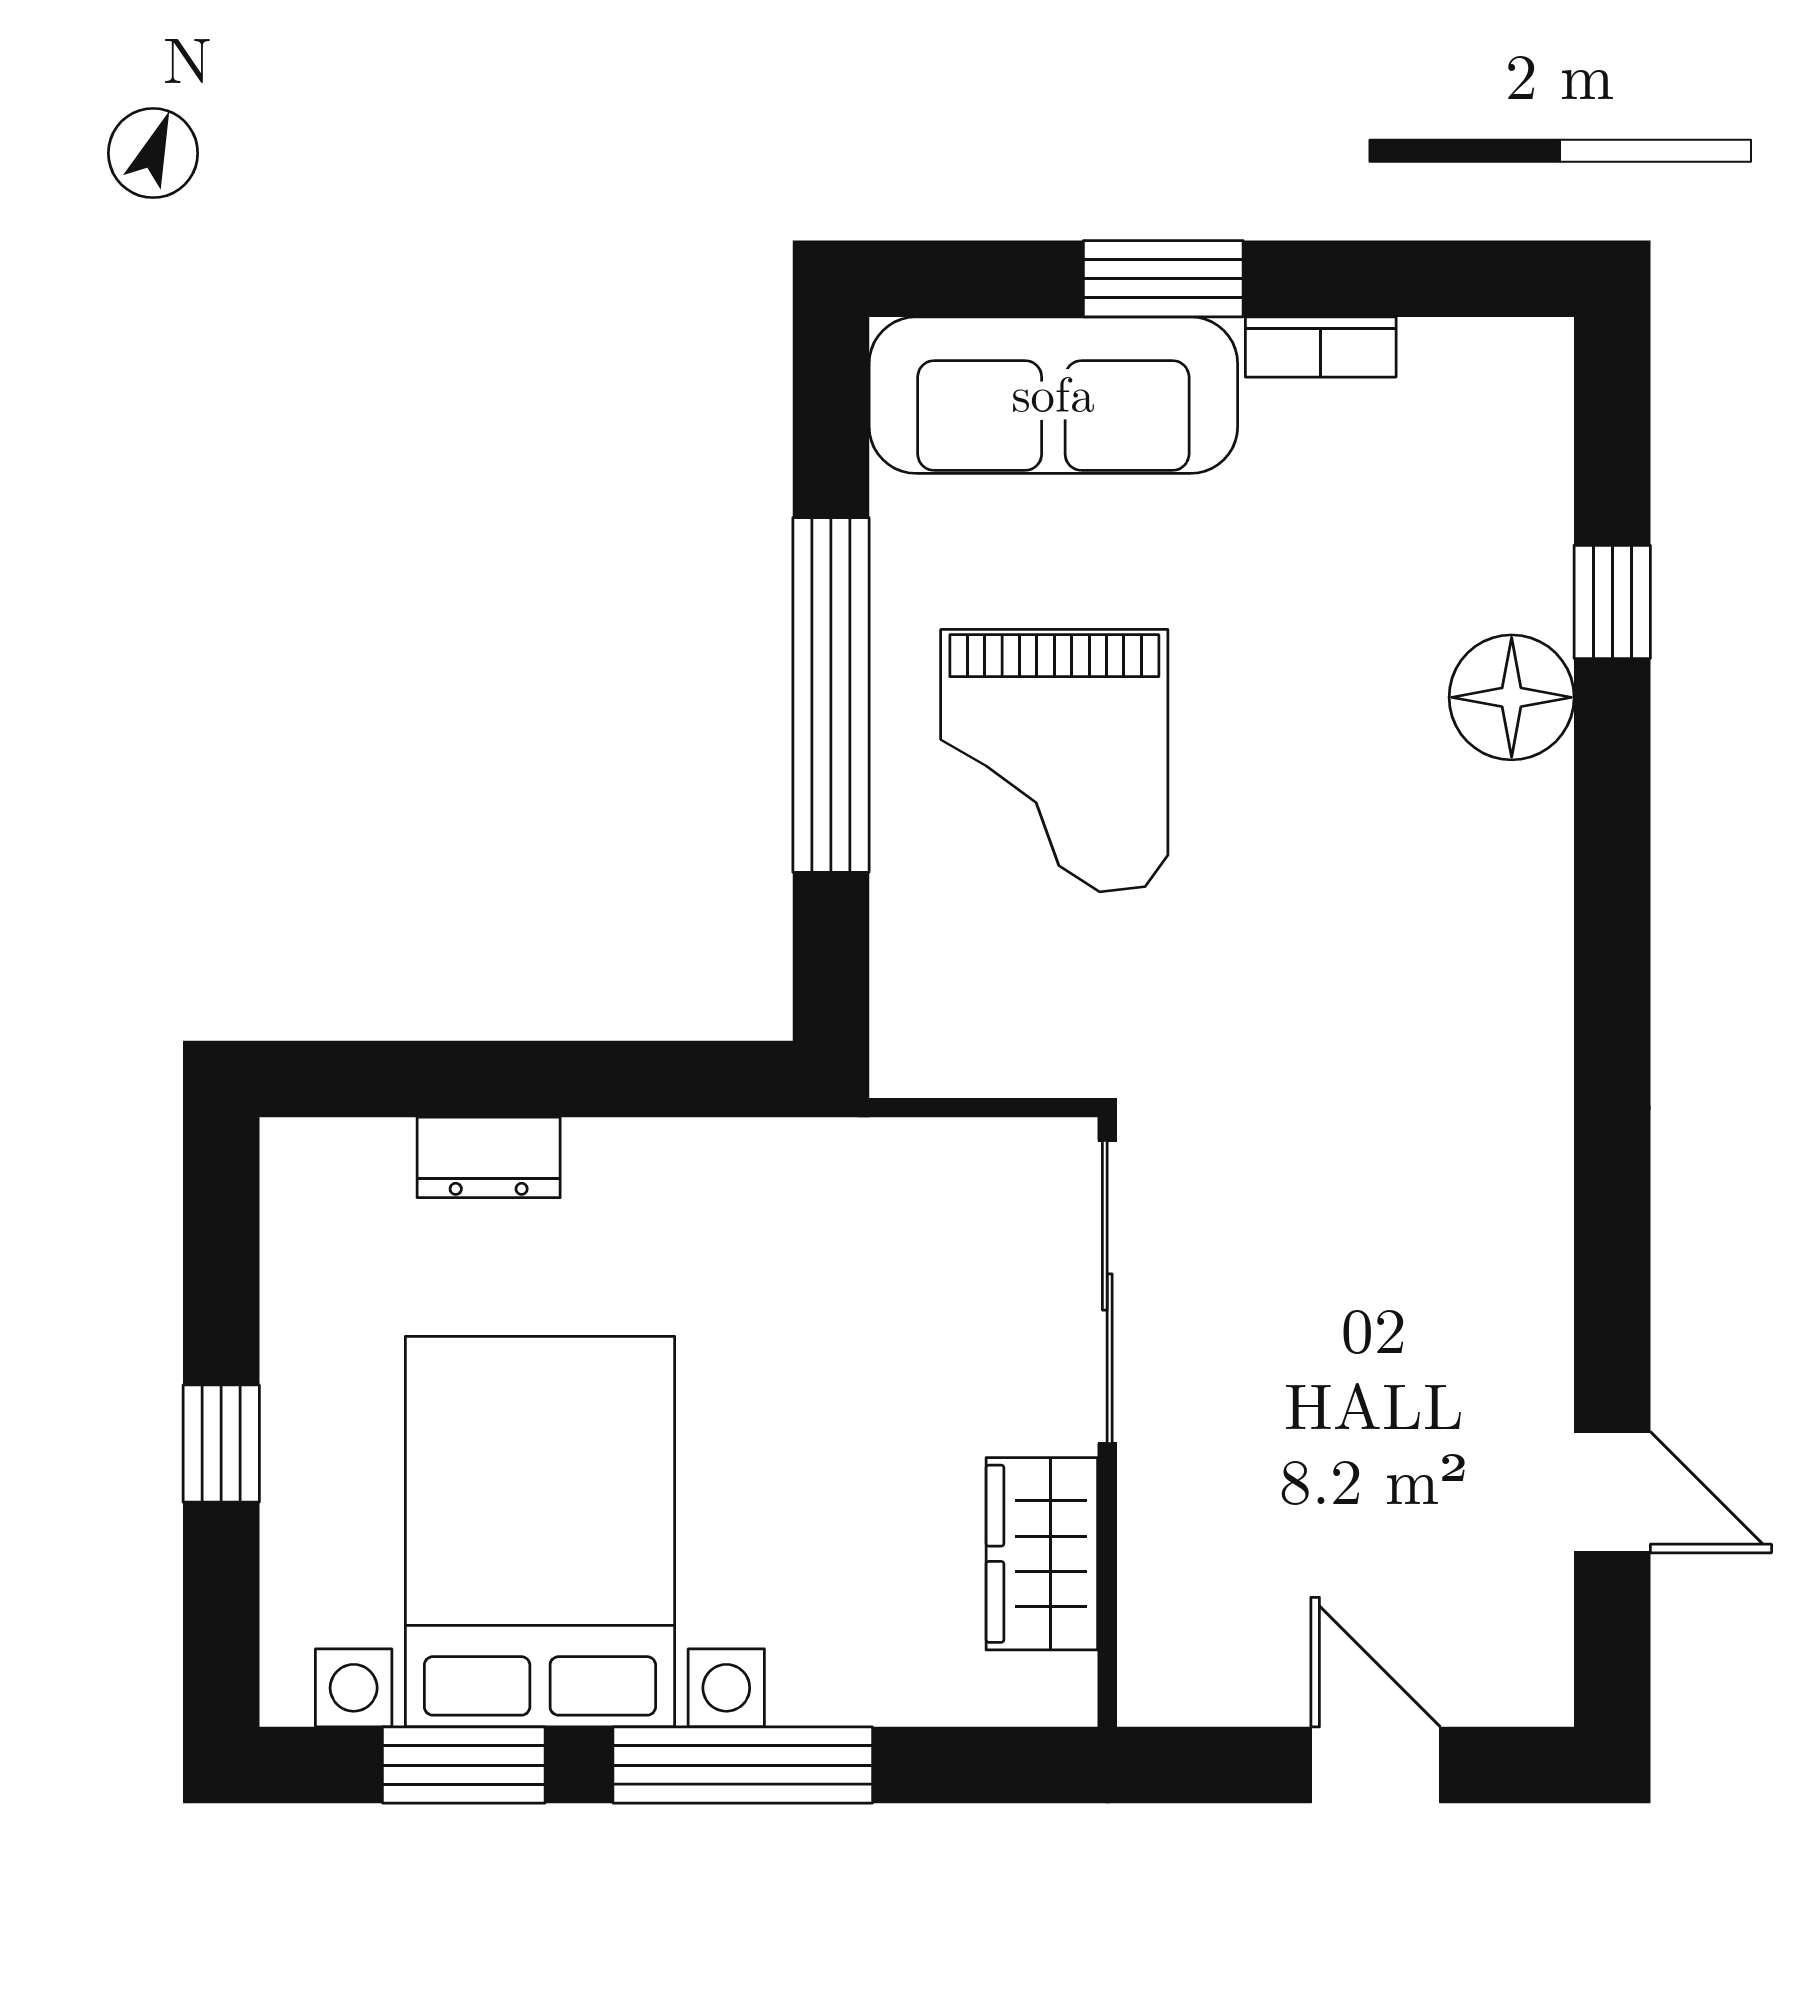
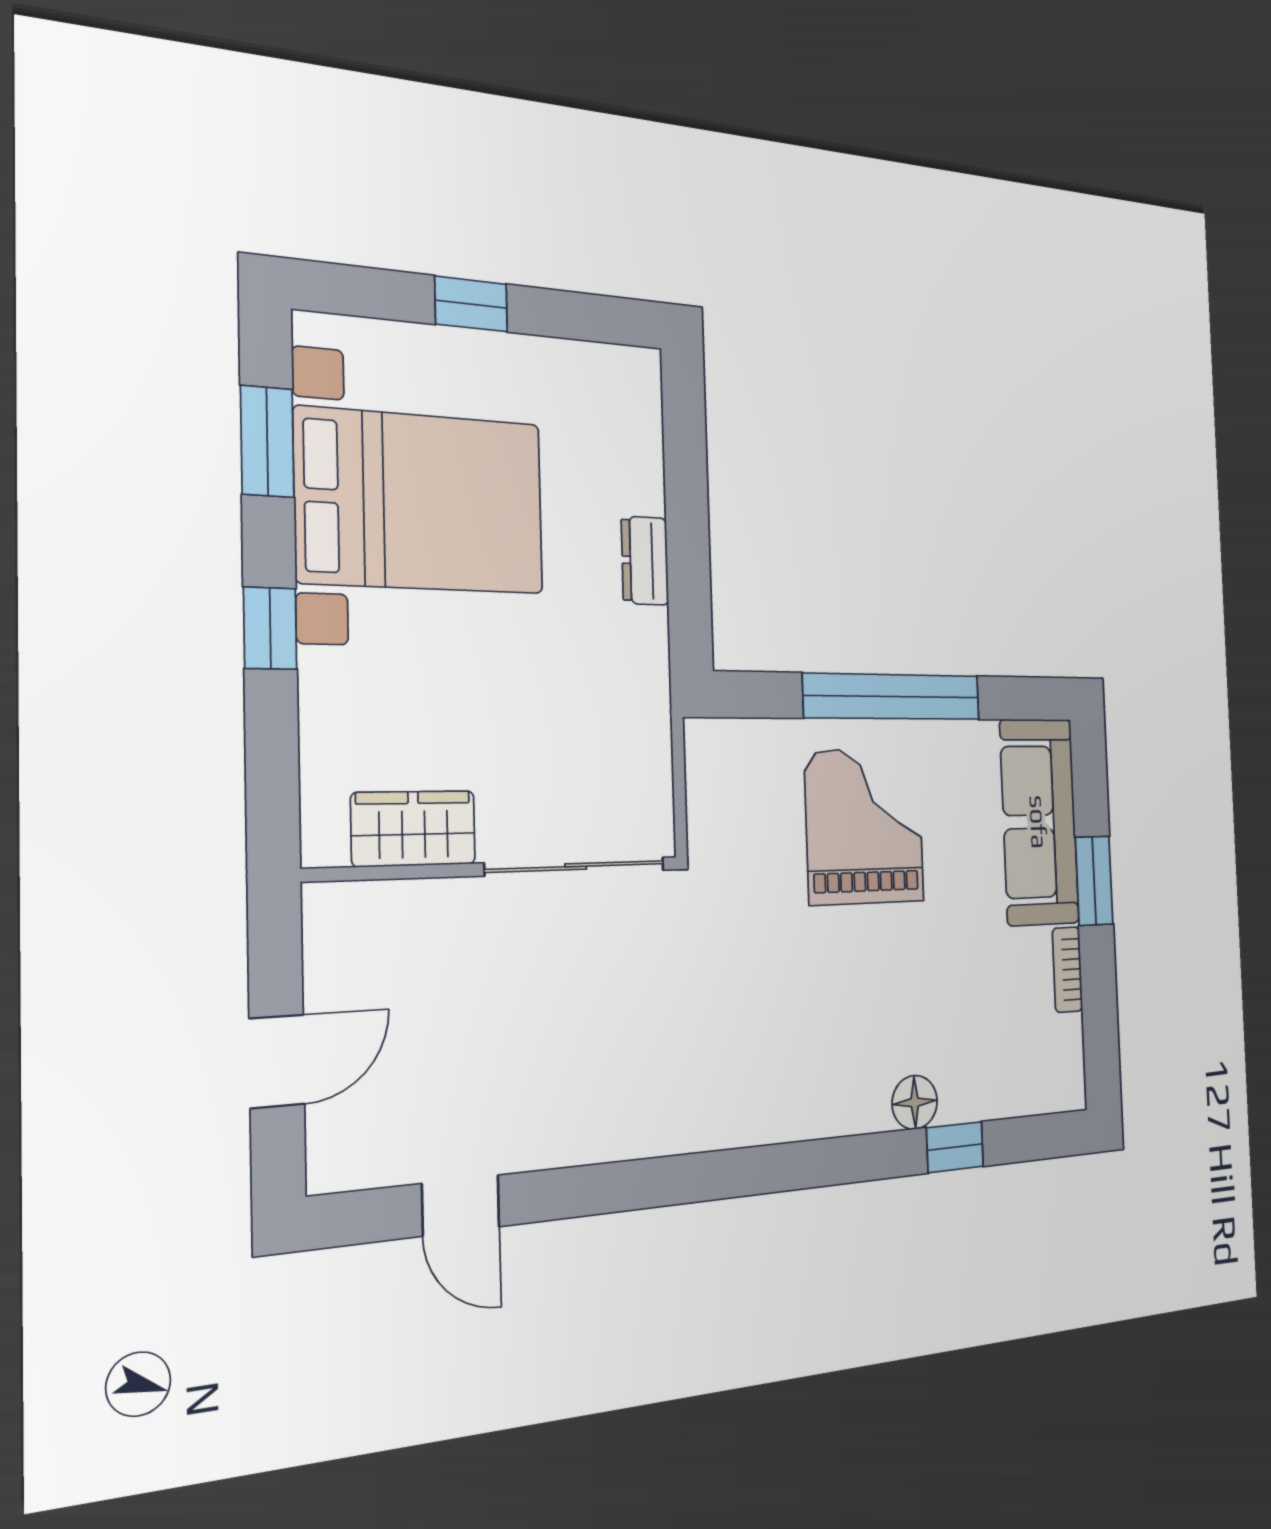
floor lamp: (1512, 697) -> (915, 1102), width x0.73, depth x0.73
grand piano: (1054, 761) -> (865, 826), turned 90
dresser: (489, 1157) -> (645, 561), moved
door: (1612, 1492) -> (461, 1205), hinge flipped
window: (743, 1765) -> (270, 628), width x0.46

